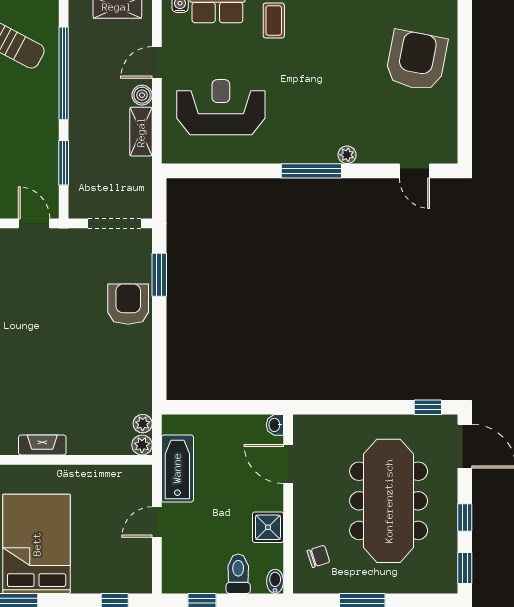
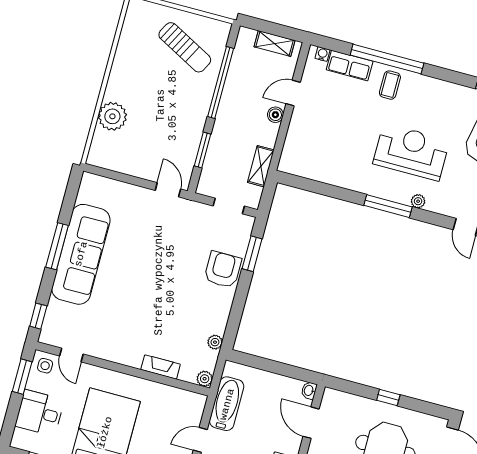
reception desk: (221, 107) -> (411, 152), moved
shelving: (141, 132) -> (261, 166), moved
doorway: (115, 223) -> (229, 206), width x0.73
window: (428, 407) -> (388, 397), moved
plant: (143, 424) -> (215, 342), moved
fireplace: (42, 445) -> (161, 367), moved

